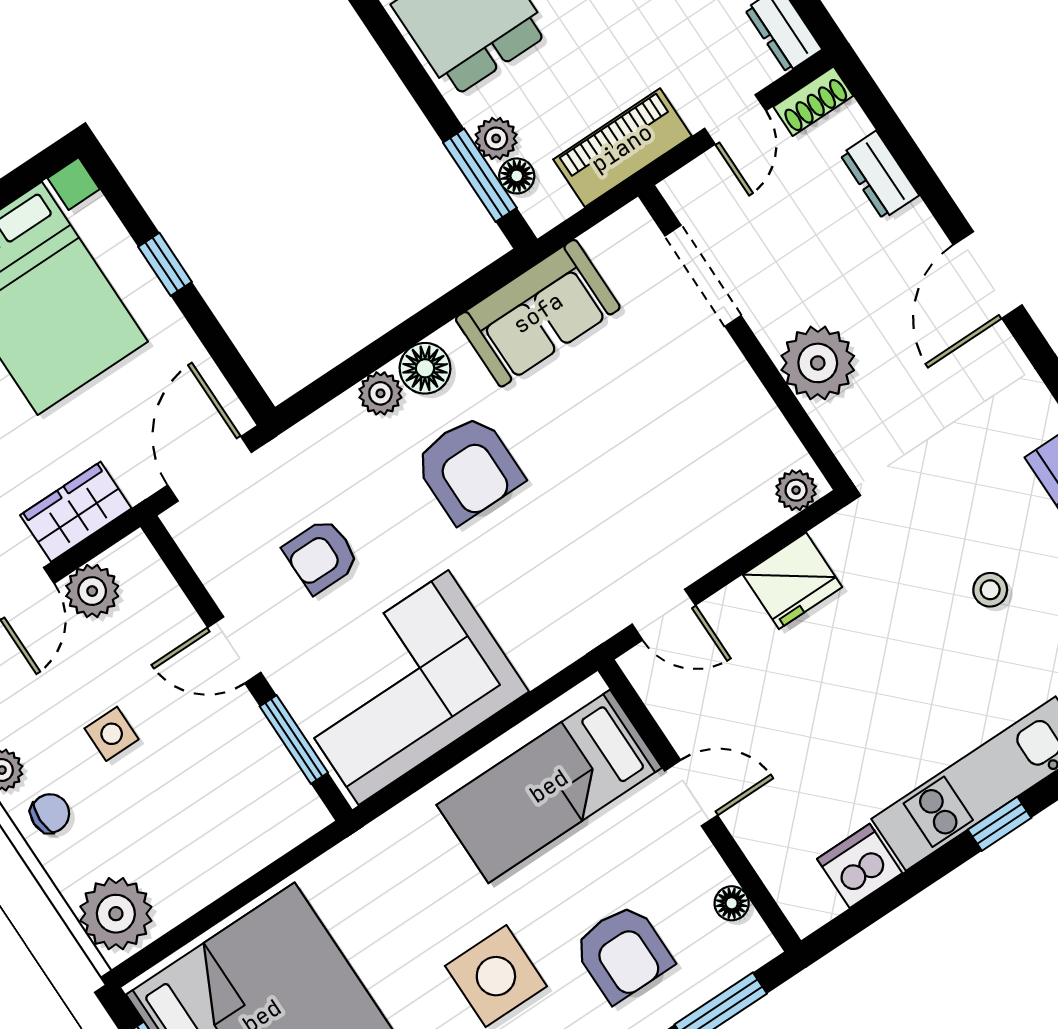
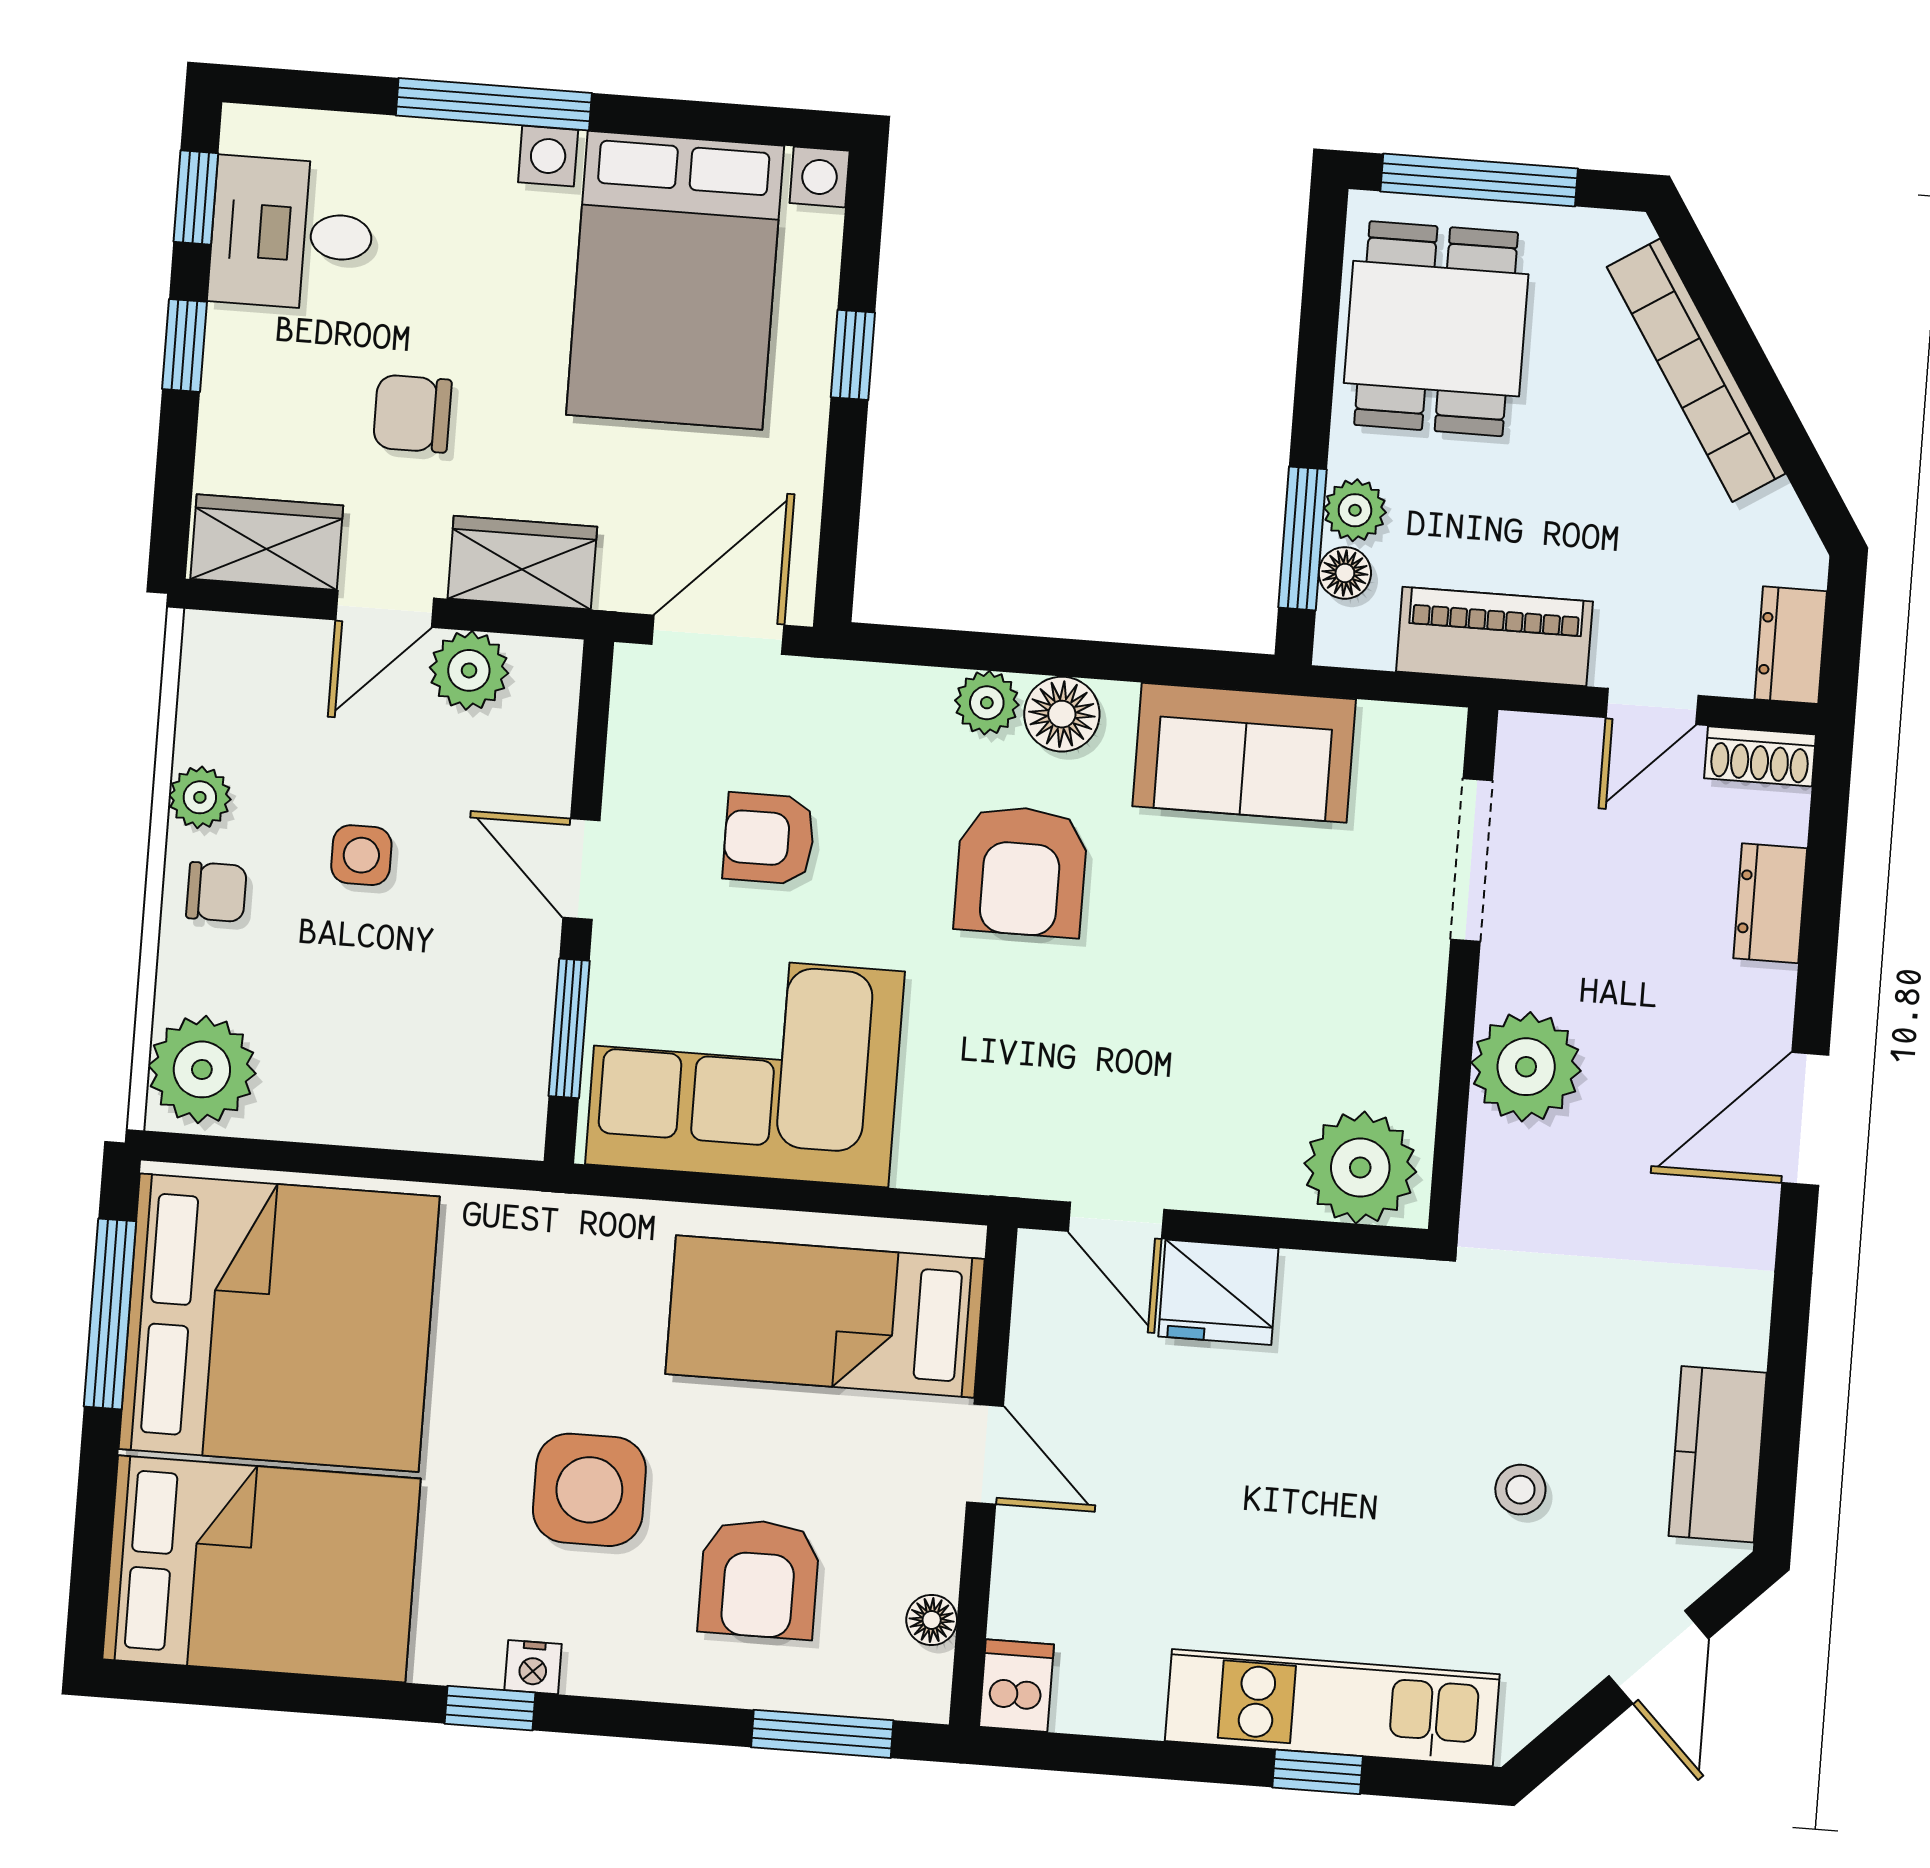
plant: (796, 490) -> (1360, 1168), width x1.87, depth x1.87
fridge: (792, 581) -> (1218, 1292), moved
dishwasher: (860, 866) -> (1016, 1686), moved, width x0.73

